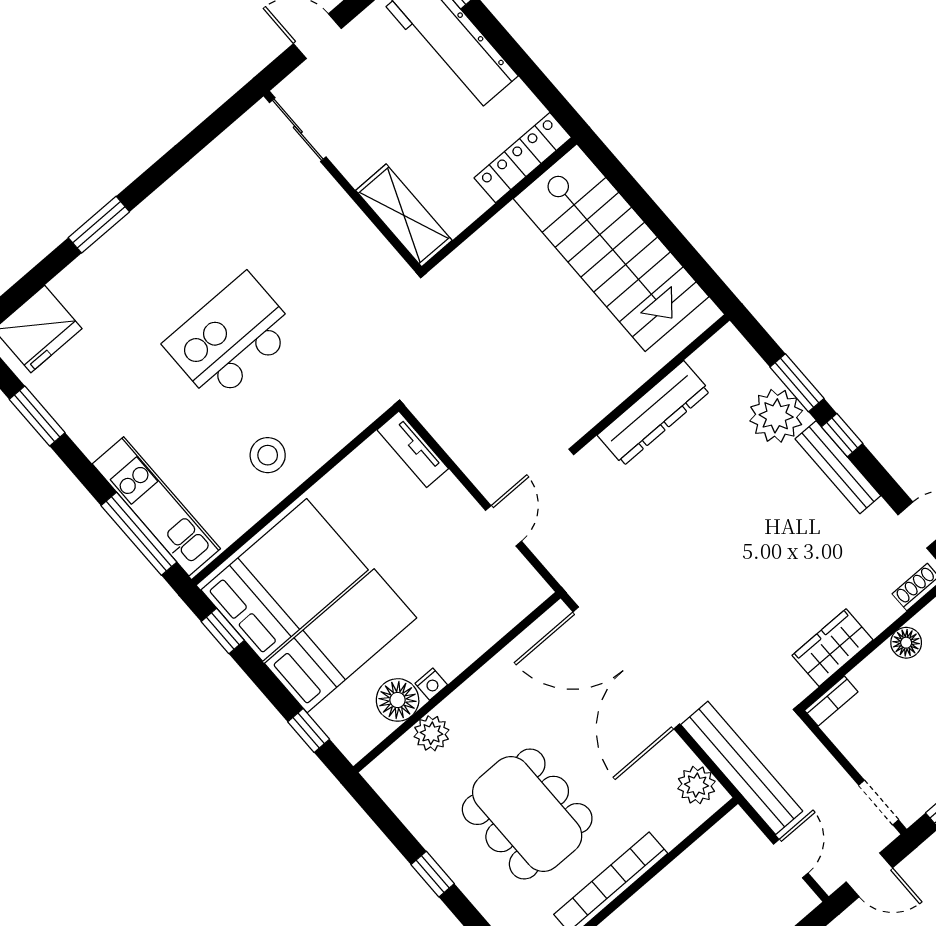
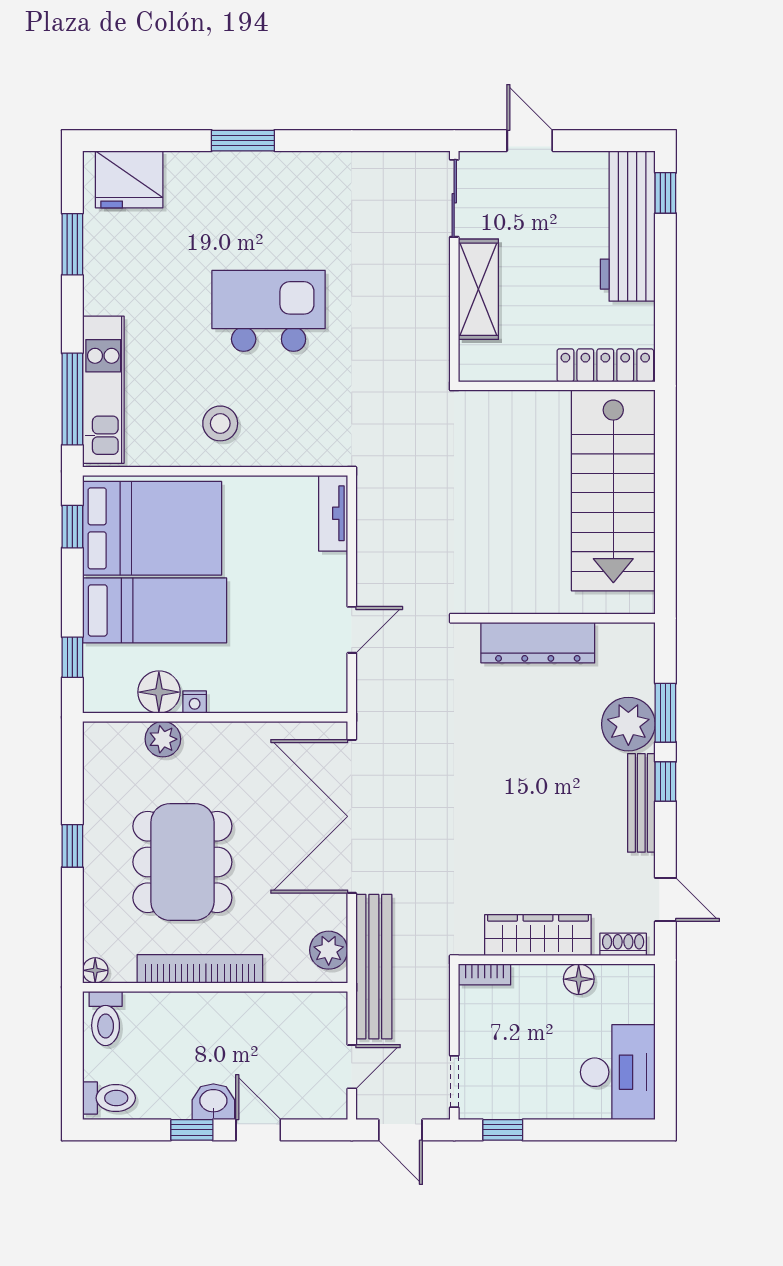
shelving: (404, 215) -> (478, 289), moved
wardrobe: (833, 648) -> (538, 935), width x1.50

